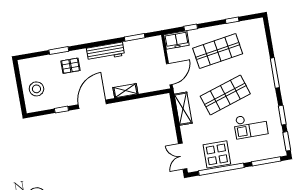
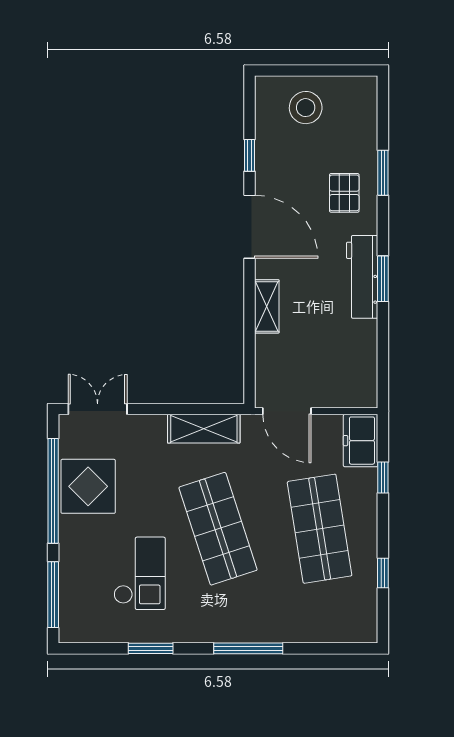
window: (135, 37) -> (383, 279), moved
checkout: (251, 126) -> (140, 573), turned 180
window: (287, 141) -> (90, 648), removed

